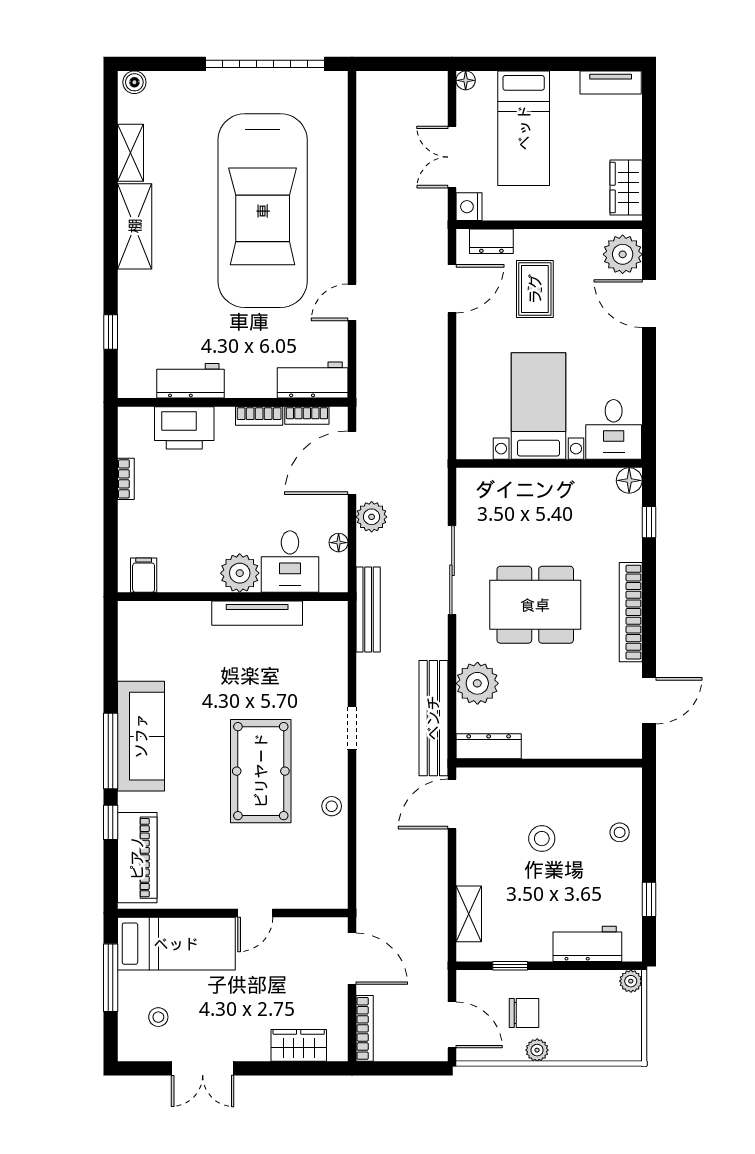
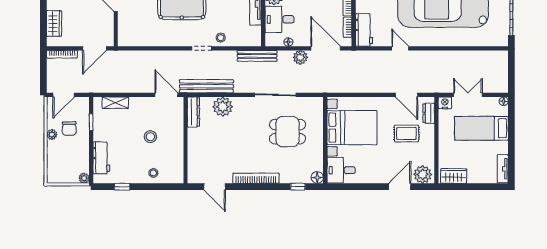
bed with nightstands: (539, 406) -> (352, 128), width x1.36
dining table: (535, 605) -> (288, 132), moved, width x0.73
stool: (332, 806) -> (221, 38), moved

